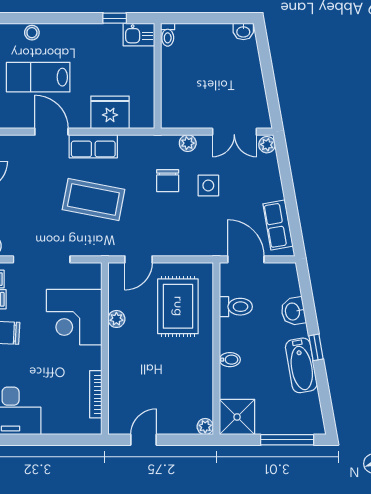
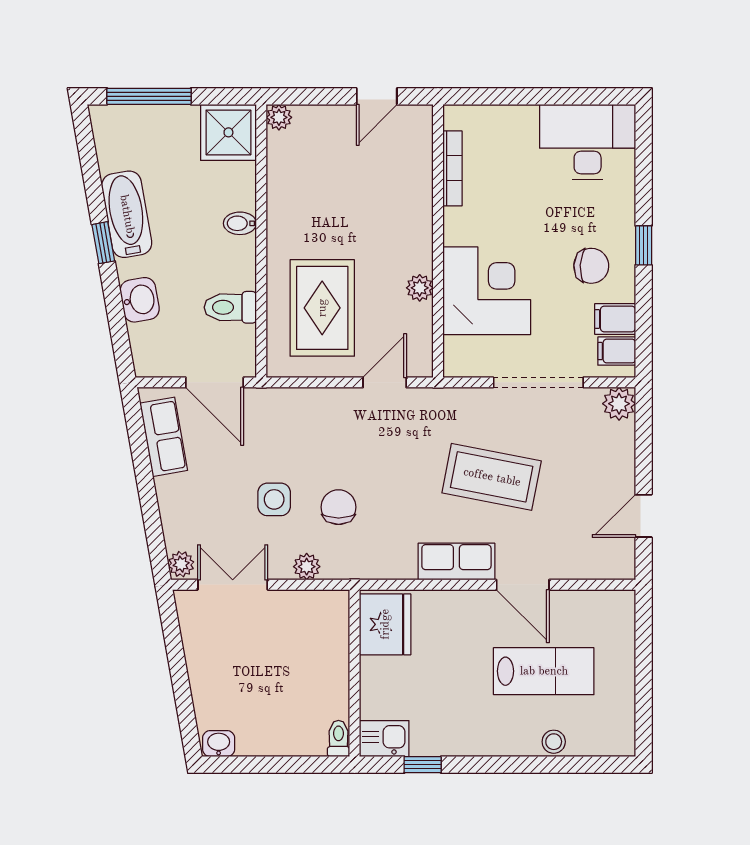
fridge: (110, 112) -> (385, 624), moved, turned -90
coffee table: (93, 200) -> (492, 477), moved

